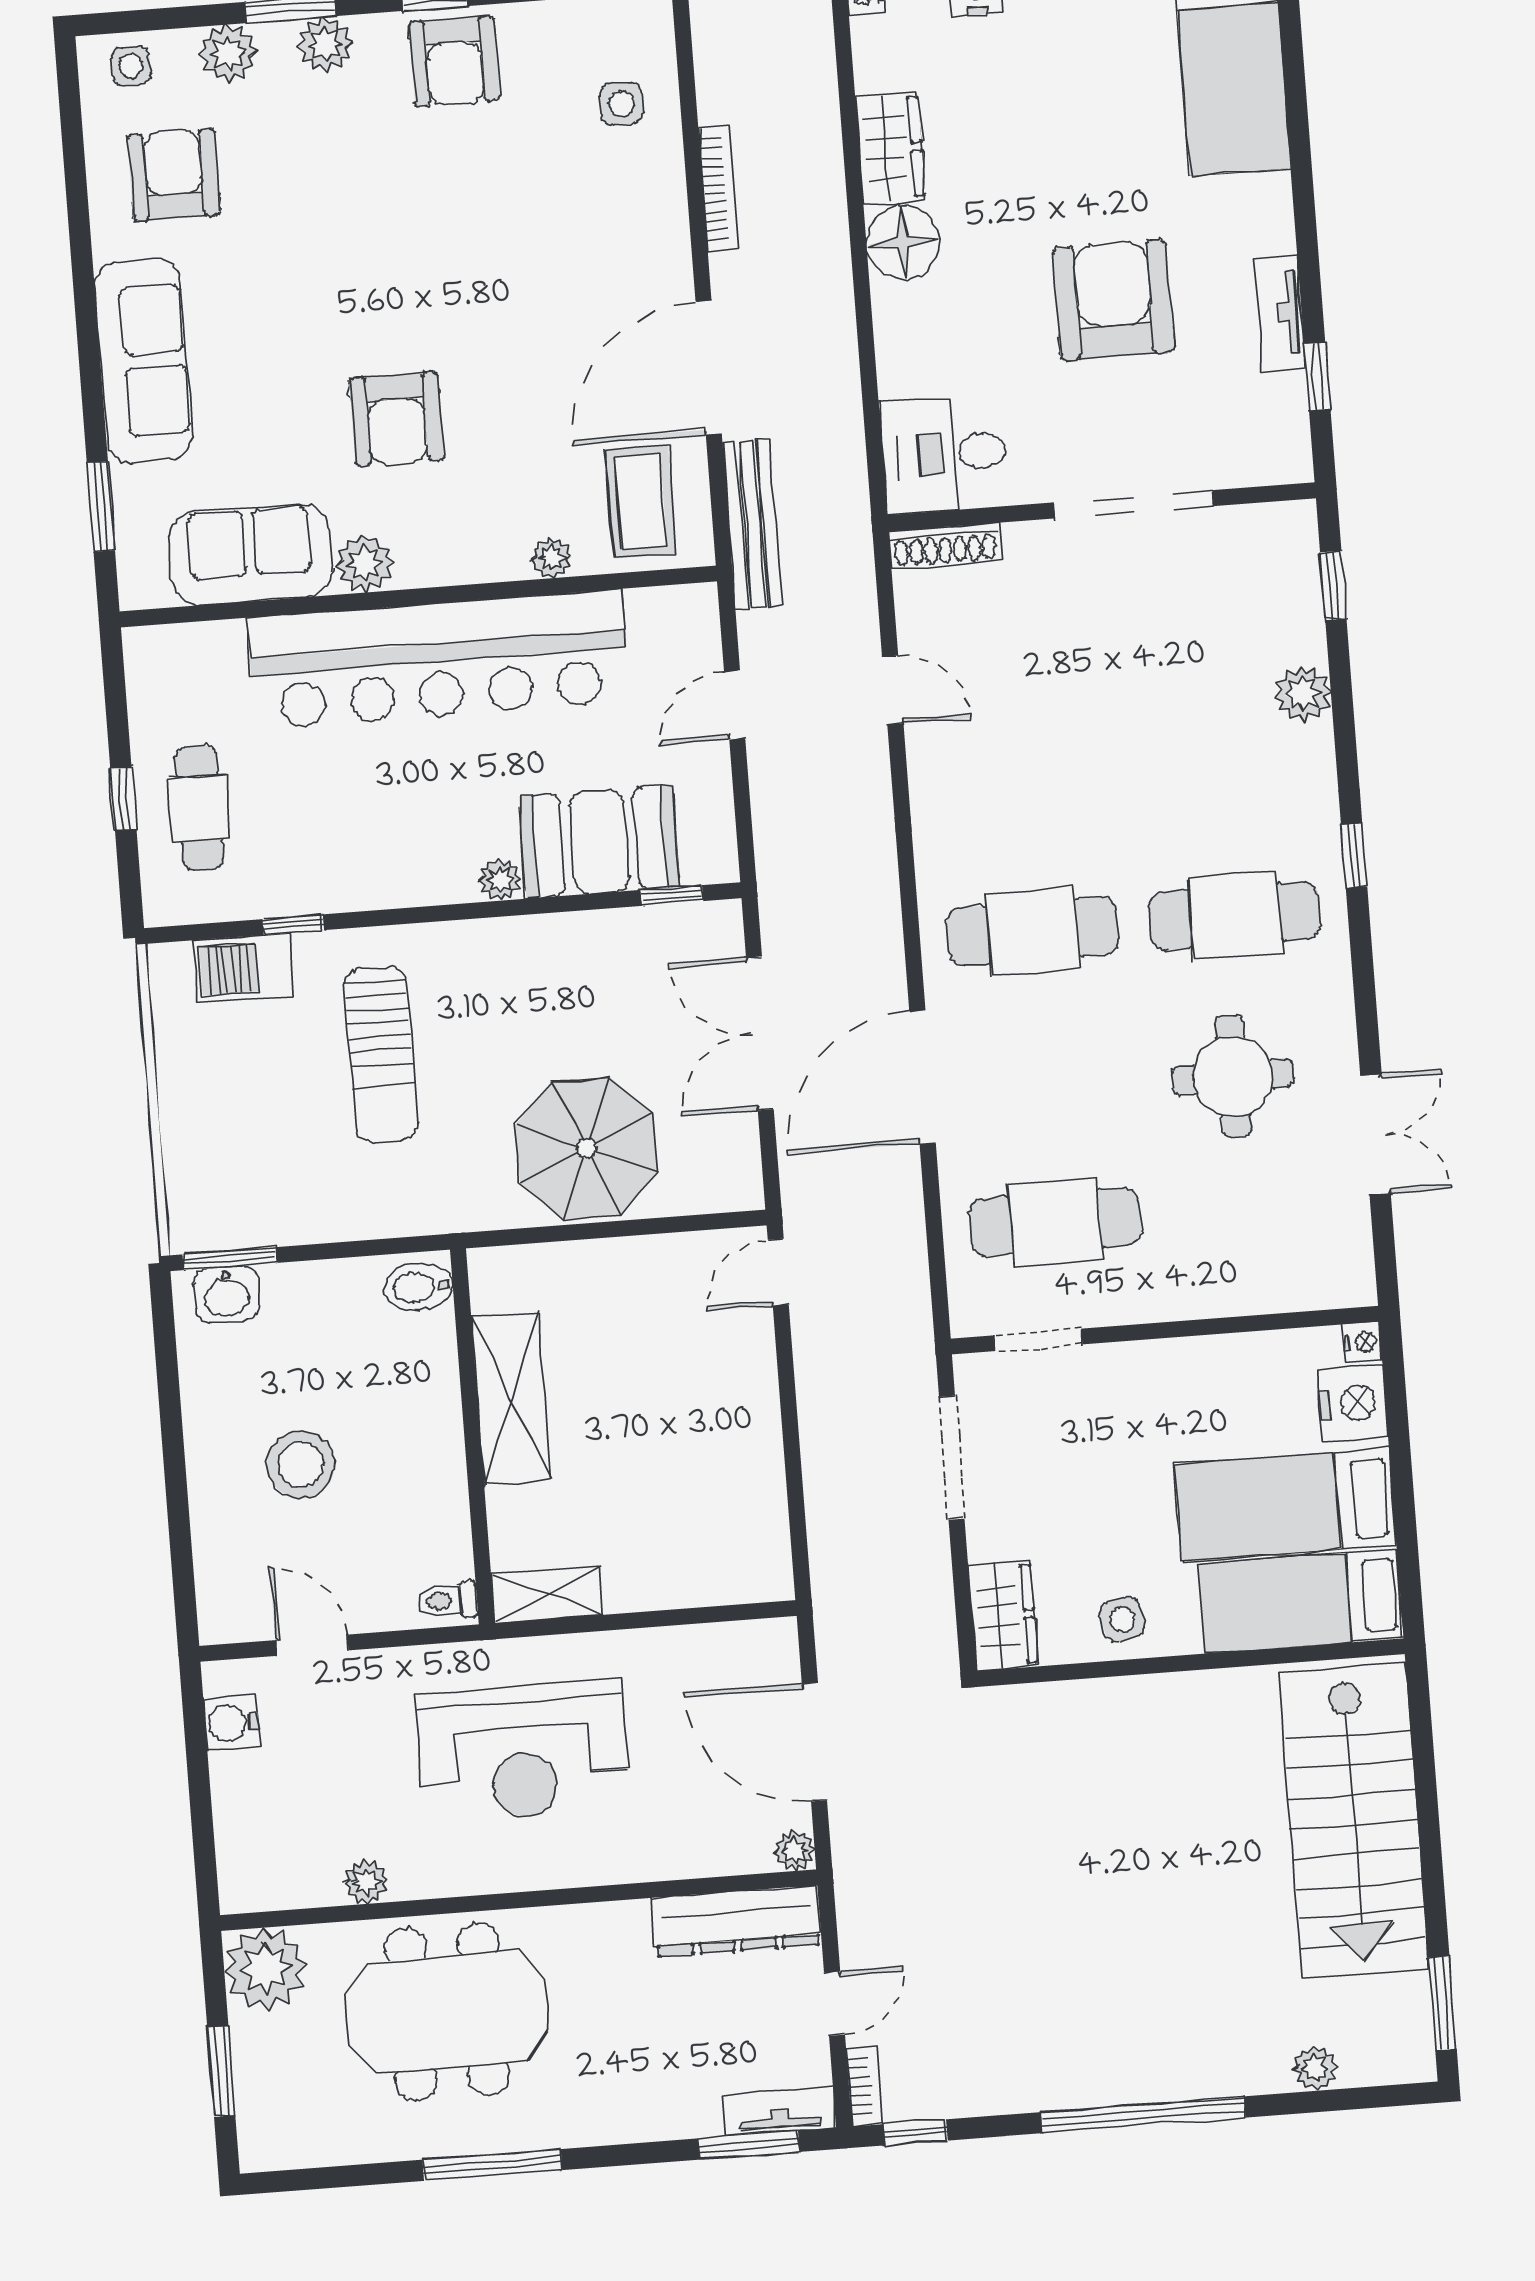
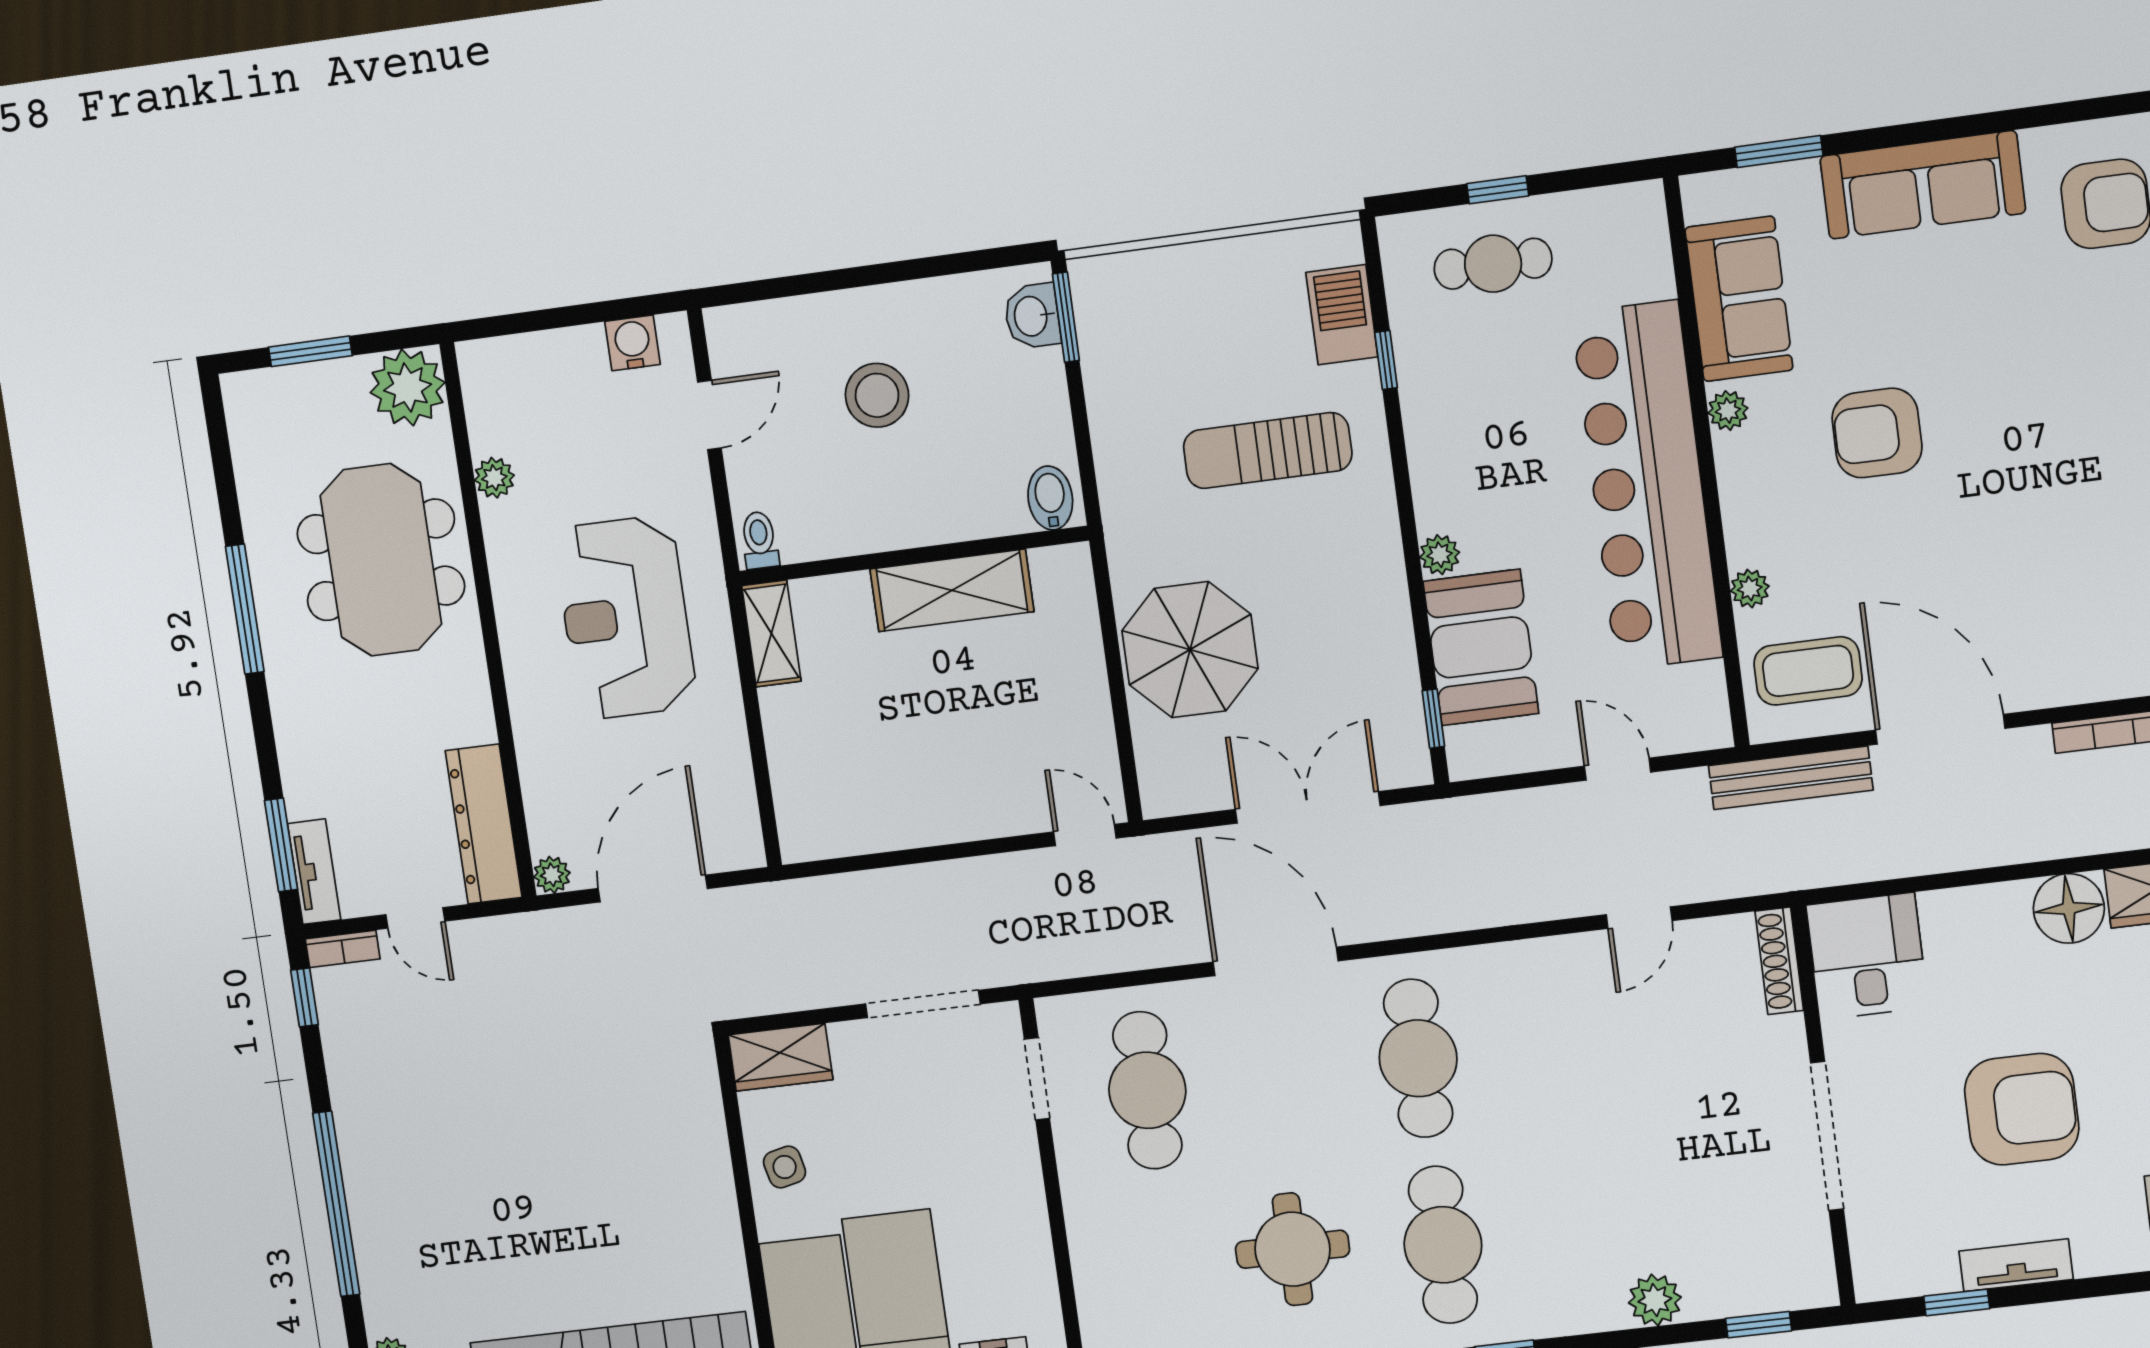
plant: (364, 564) -> (1728, 411), width x0.73, depth x0.73

